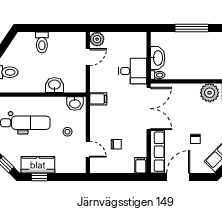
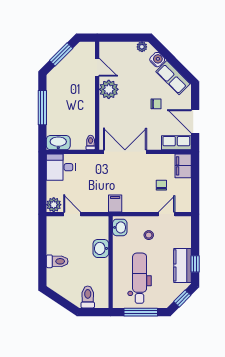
washbasin: (158, 58) -> (58, 143), moved
desk: (133, 71) -> (61, 167), moved, turned -90
row of seats: (157, 152) -> (176, 143), width x0.68
filing cabinet: (141, 165) -> (183, 166), width x2.00

